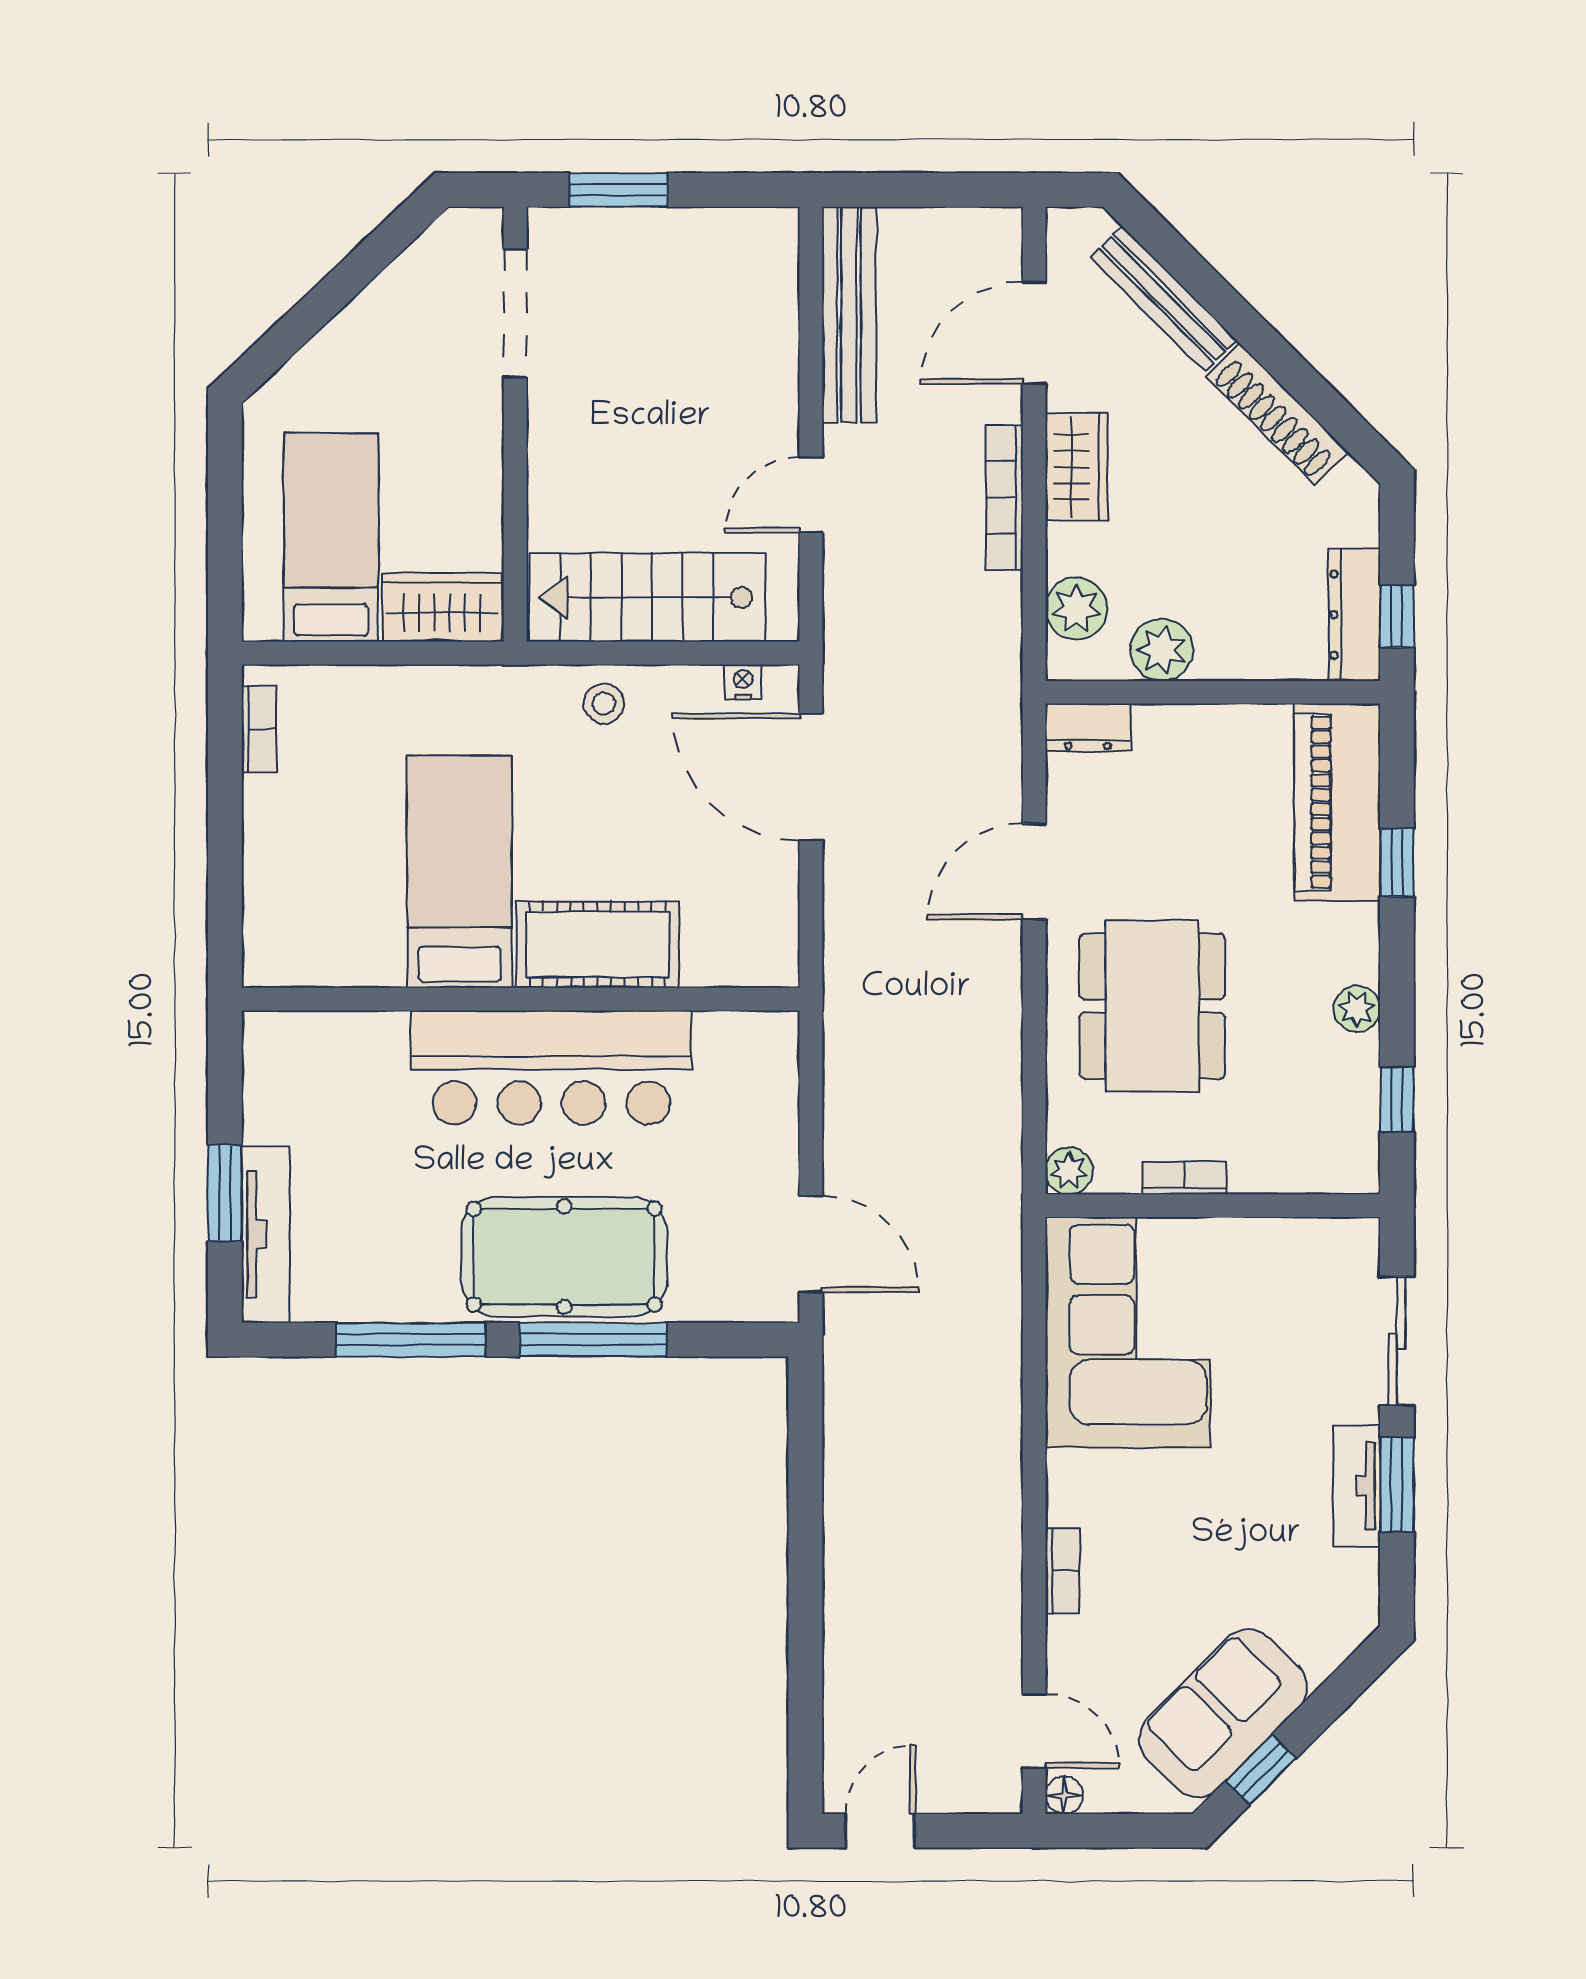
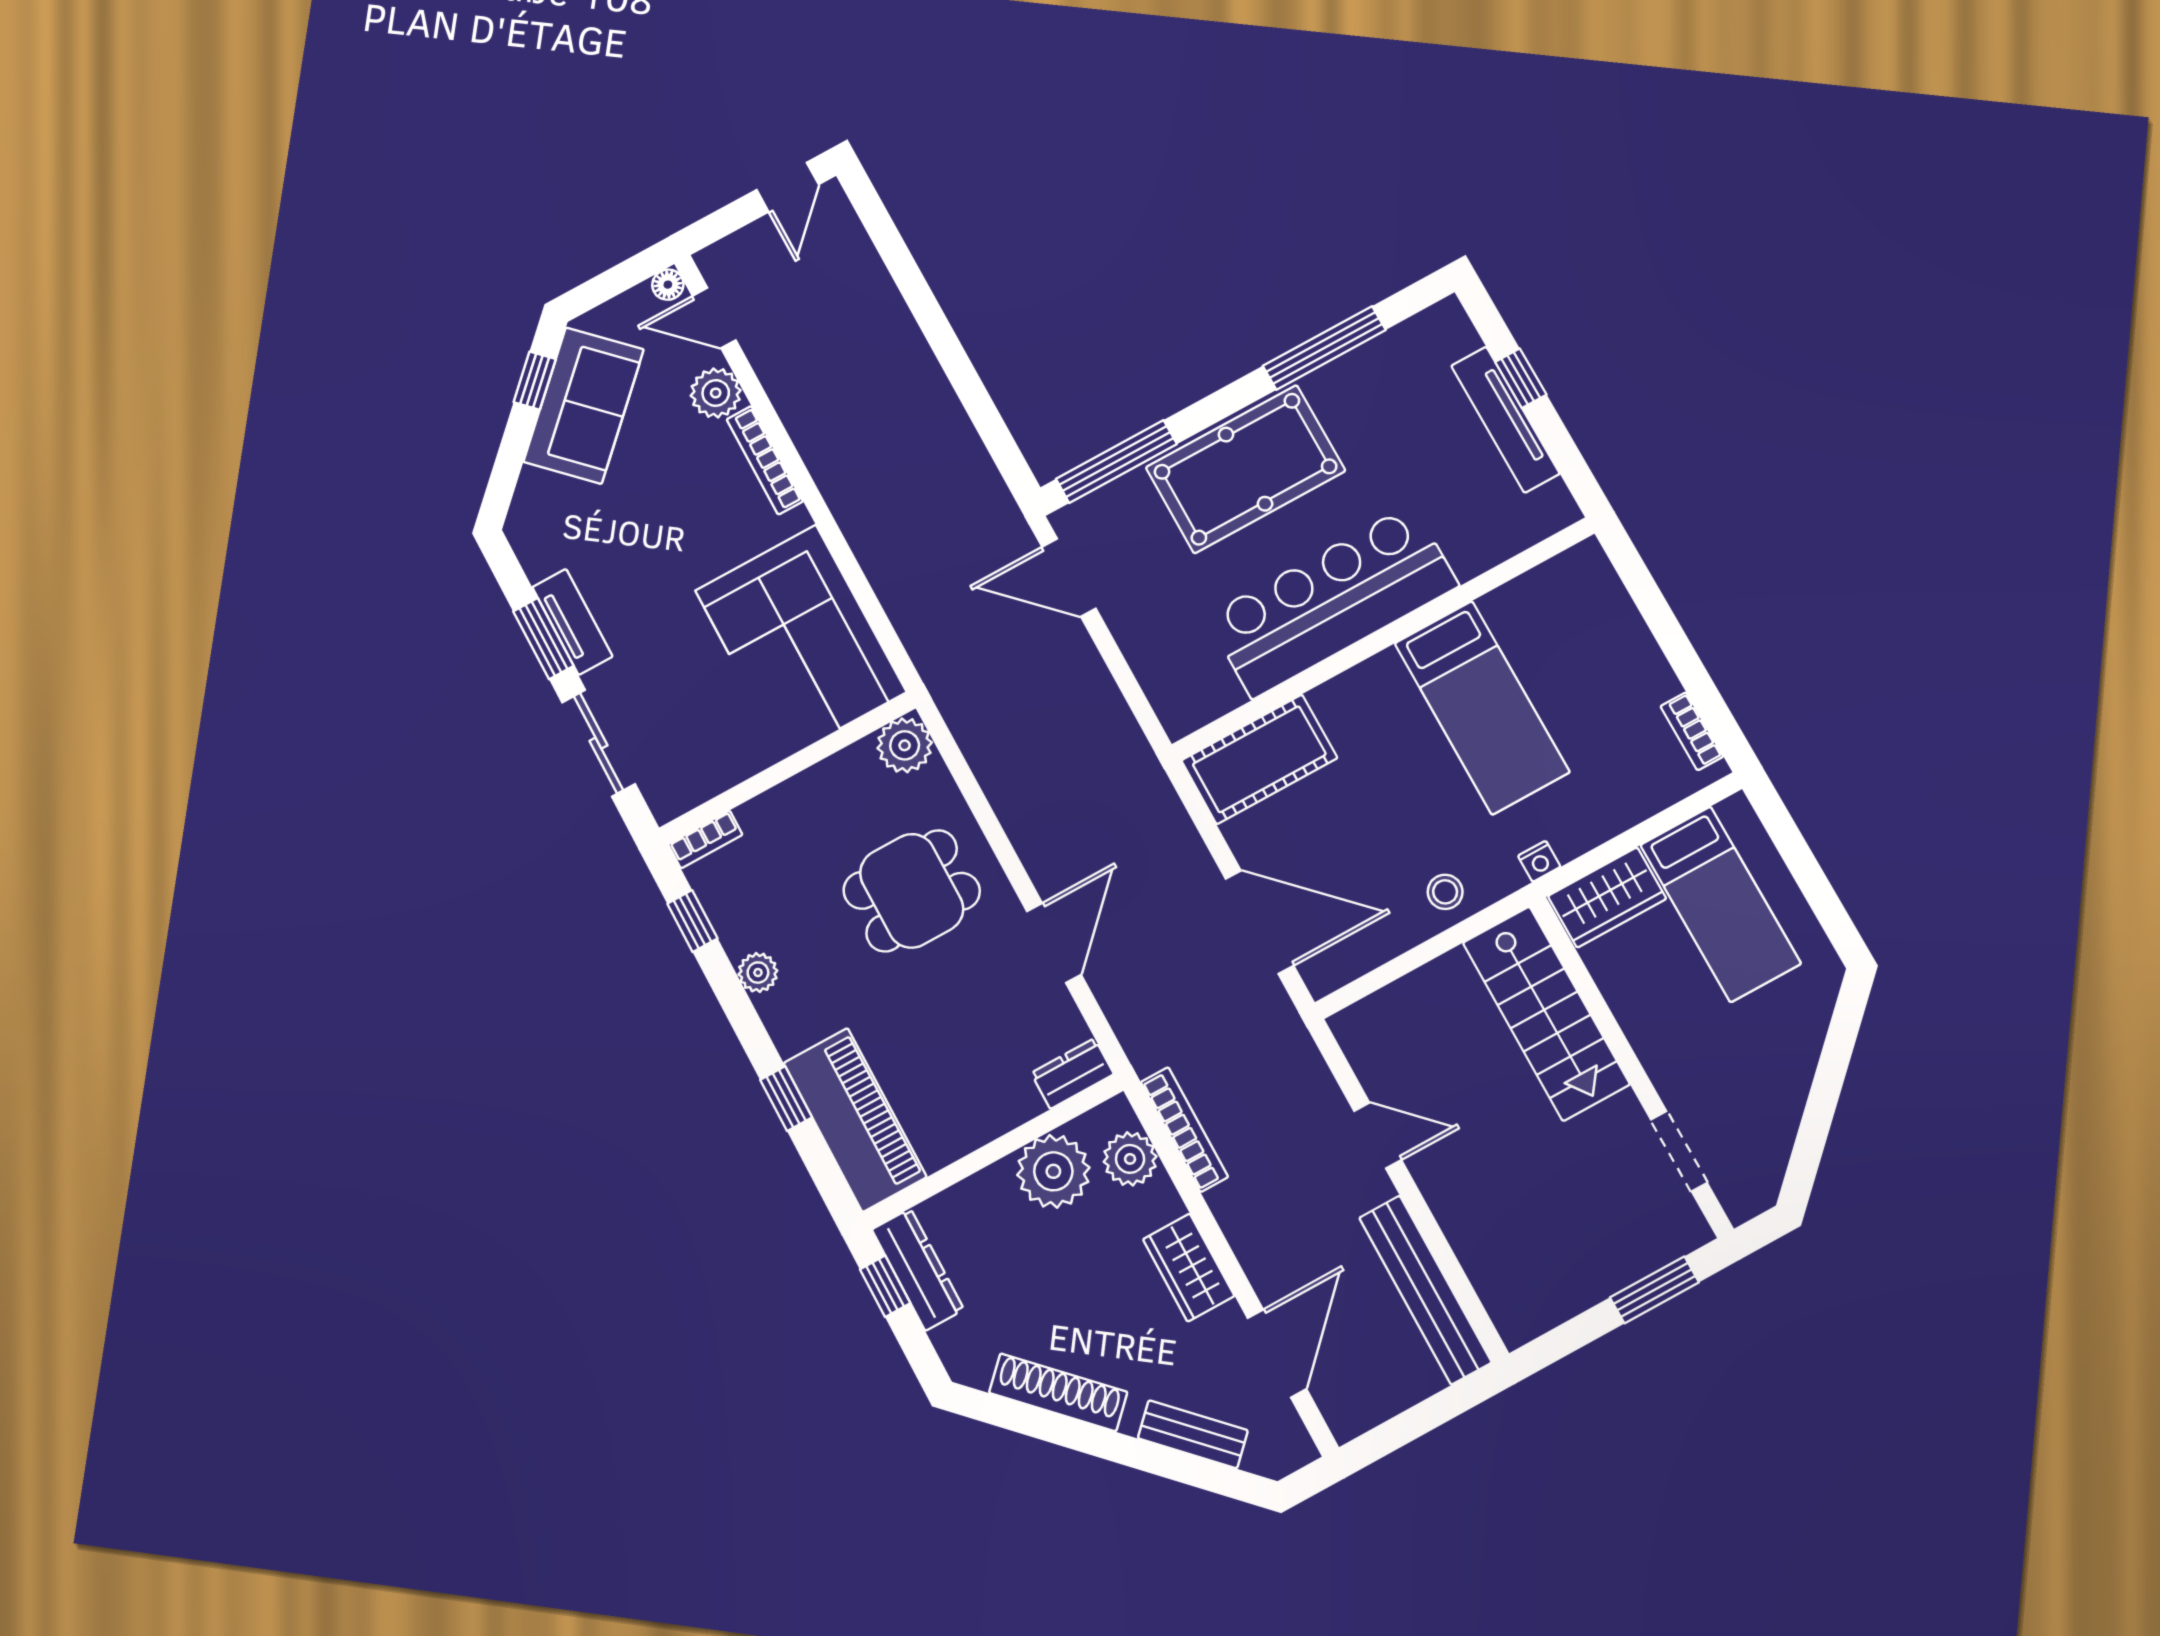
bench: (1164, 299) -> (1193, 1434), width x0.73
doorway: (515, 313) -> (1679, 1151), width x0.73
door: (811, 495) -> (1378, 1135), hinge flipped
bookcase: (1004, 498) -> (1184, 1129), moved
stairs: (647, 598) -> (1546, 1013), moved, turned 90
plant: (1162, 650) -> (1053, 1171), width x1.36, depth x1.36
nightstand: (743, 682) -> (1539, 861), moved
cot: (598, 945) -> (1259, 759), moved
dining table: (1152, 1006) -> (912, 891), width x0.73
plant: (1069, 1171) -> (905, 745), width x1.38, depth x1.38
bookcase: (1184, 1178) -> (705, 839), moved
window: (225, 1193) -> (1521, 378), width x0.67
tv unit: (266, 1234) -> (1505, 420), moved
window: (593, 1340) -> (1116, 462), moved
bookcase: (1062, 1571) -> (765, 460), width x1.56
plant: (1076, 1649) -> (716, 393), added

